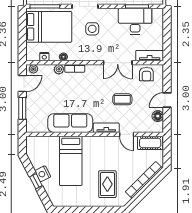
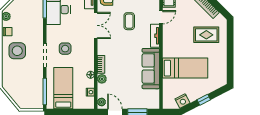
bed: (49, 27) -> (63, 88), width x0.67
nightstand: (43, 174) -> (183, 101), moved

